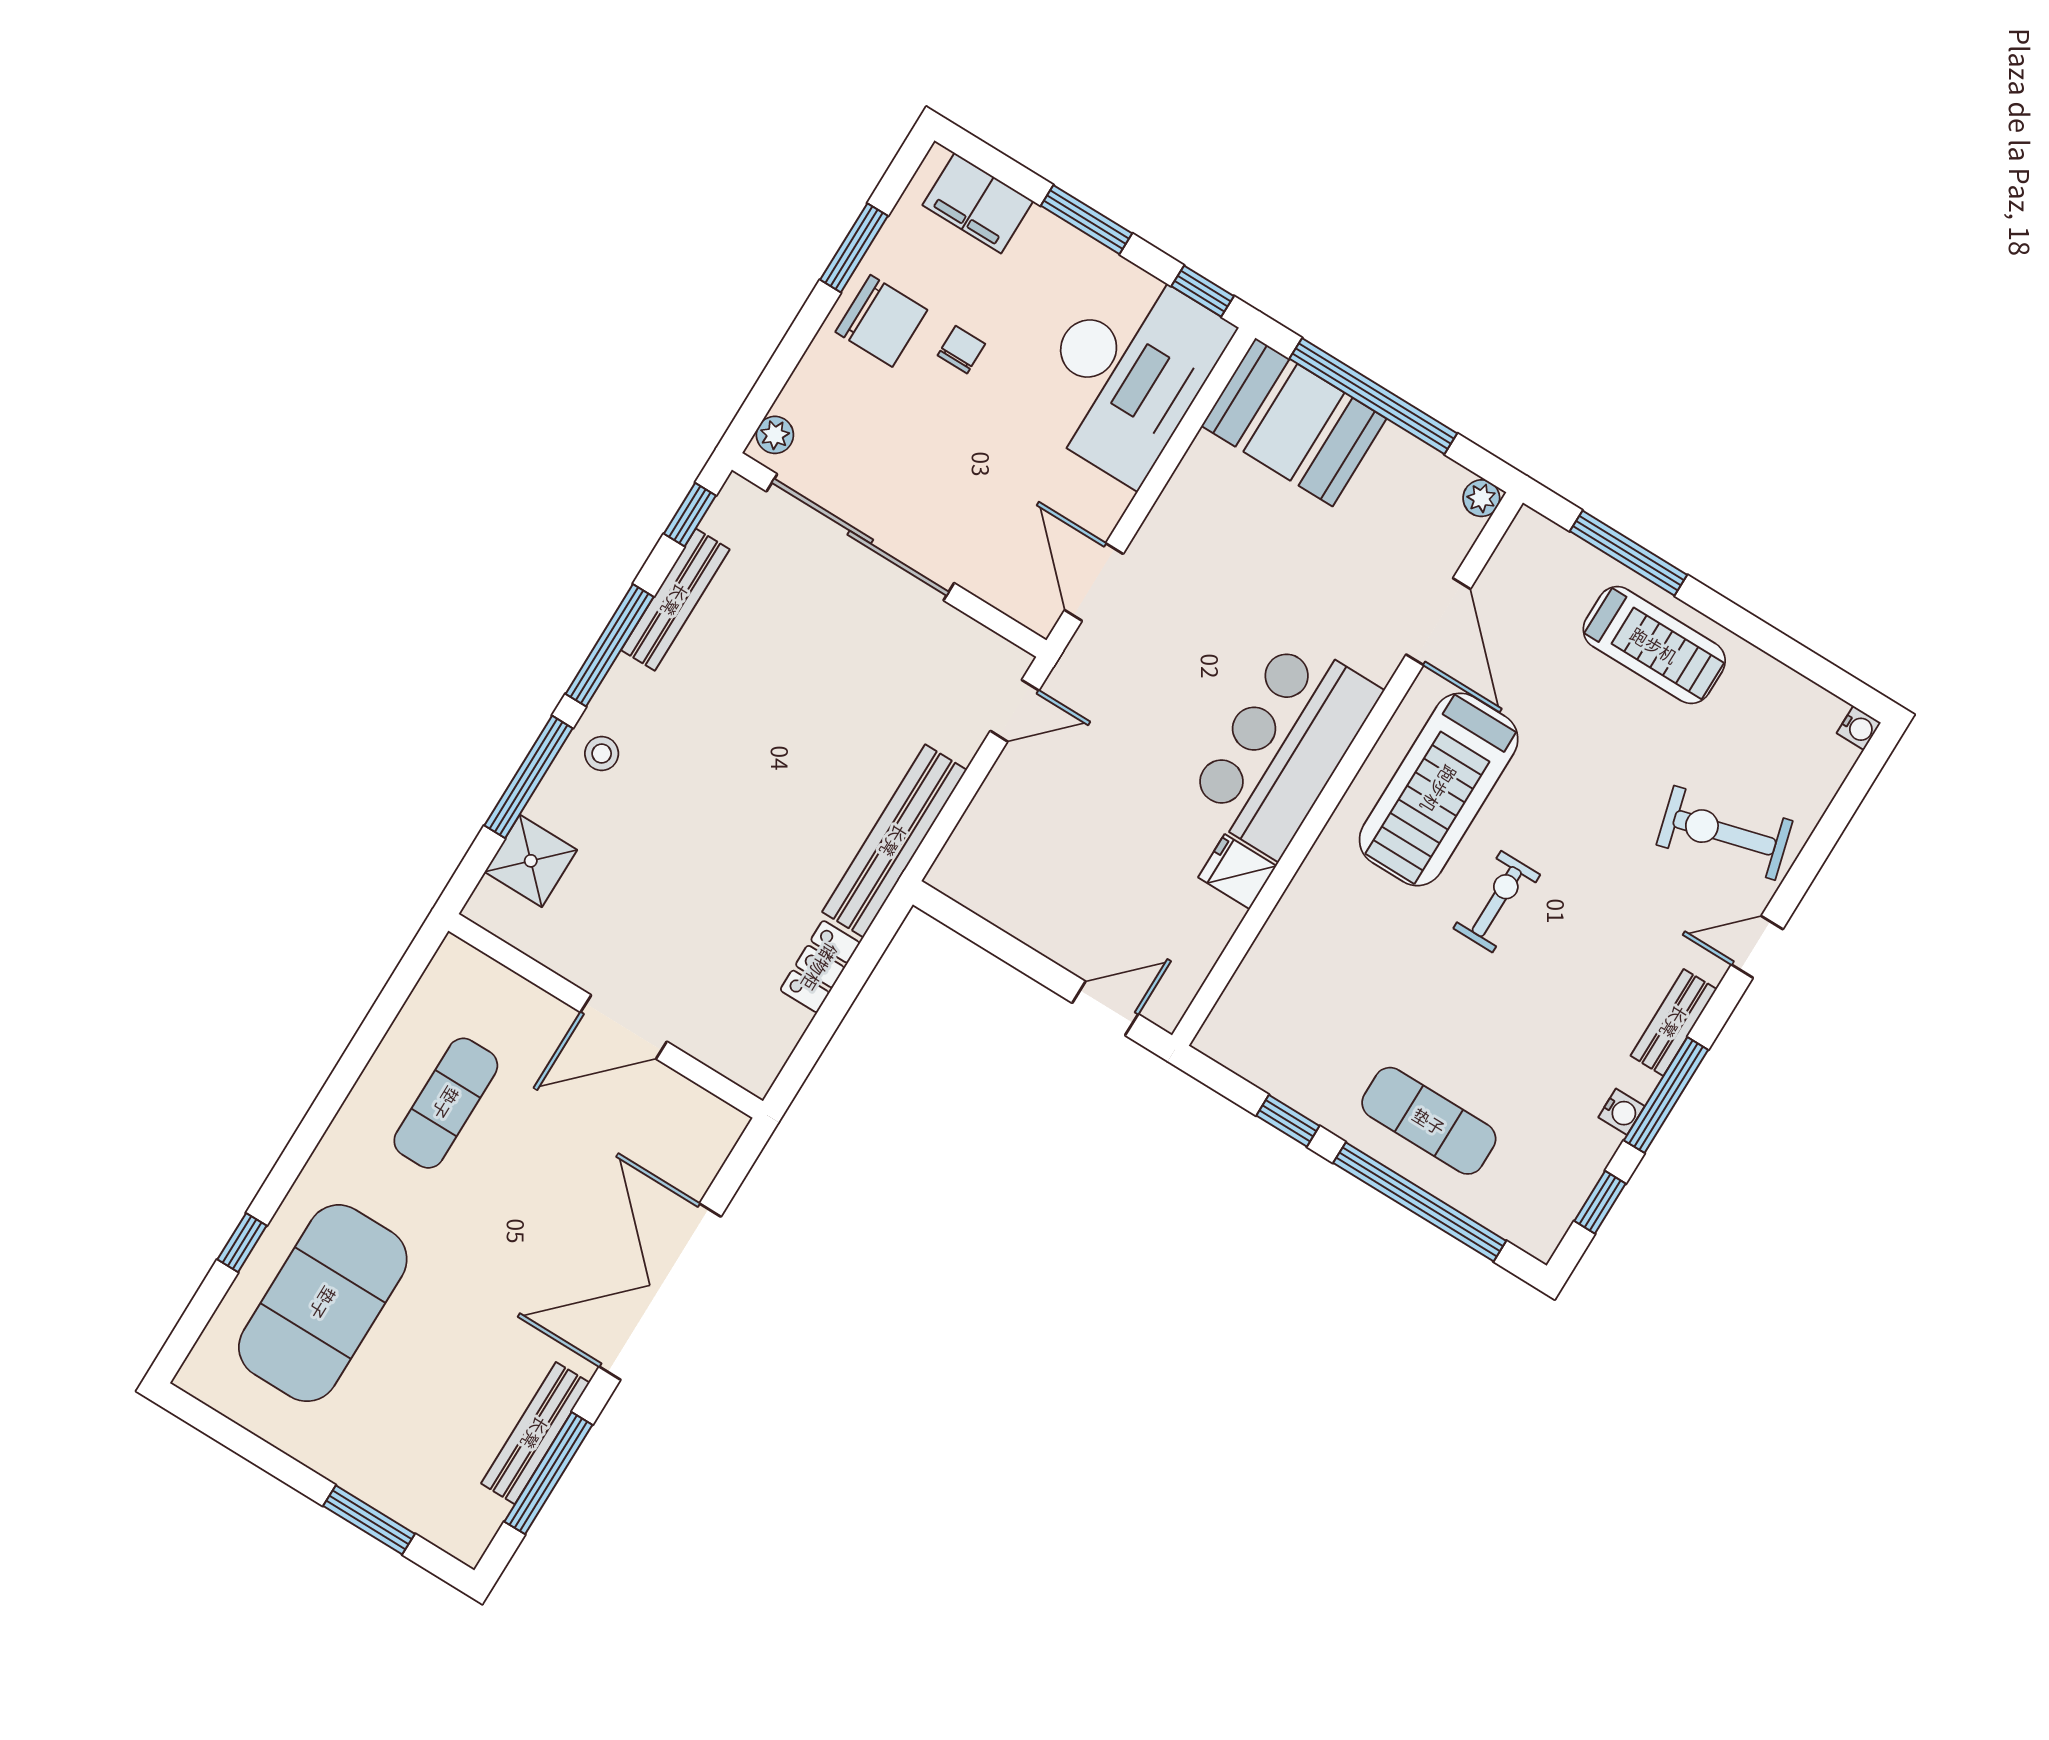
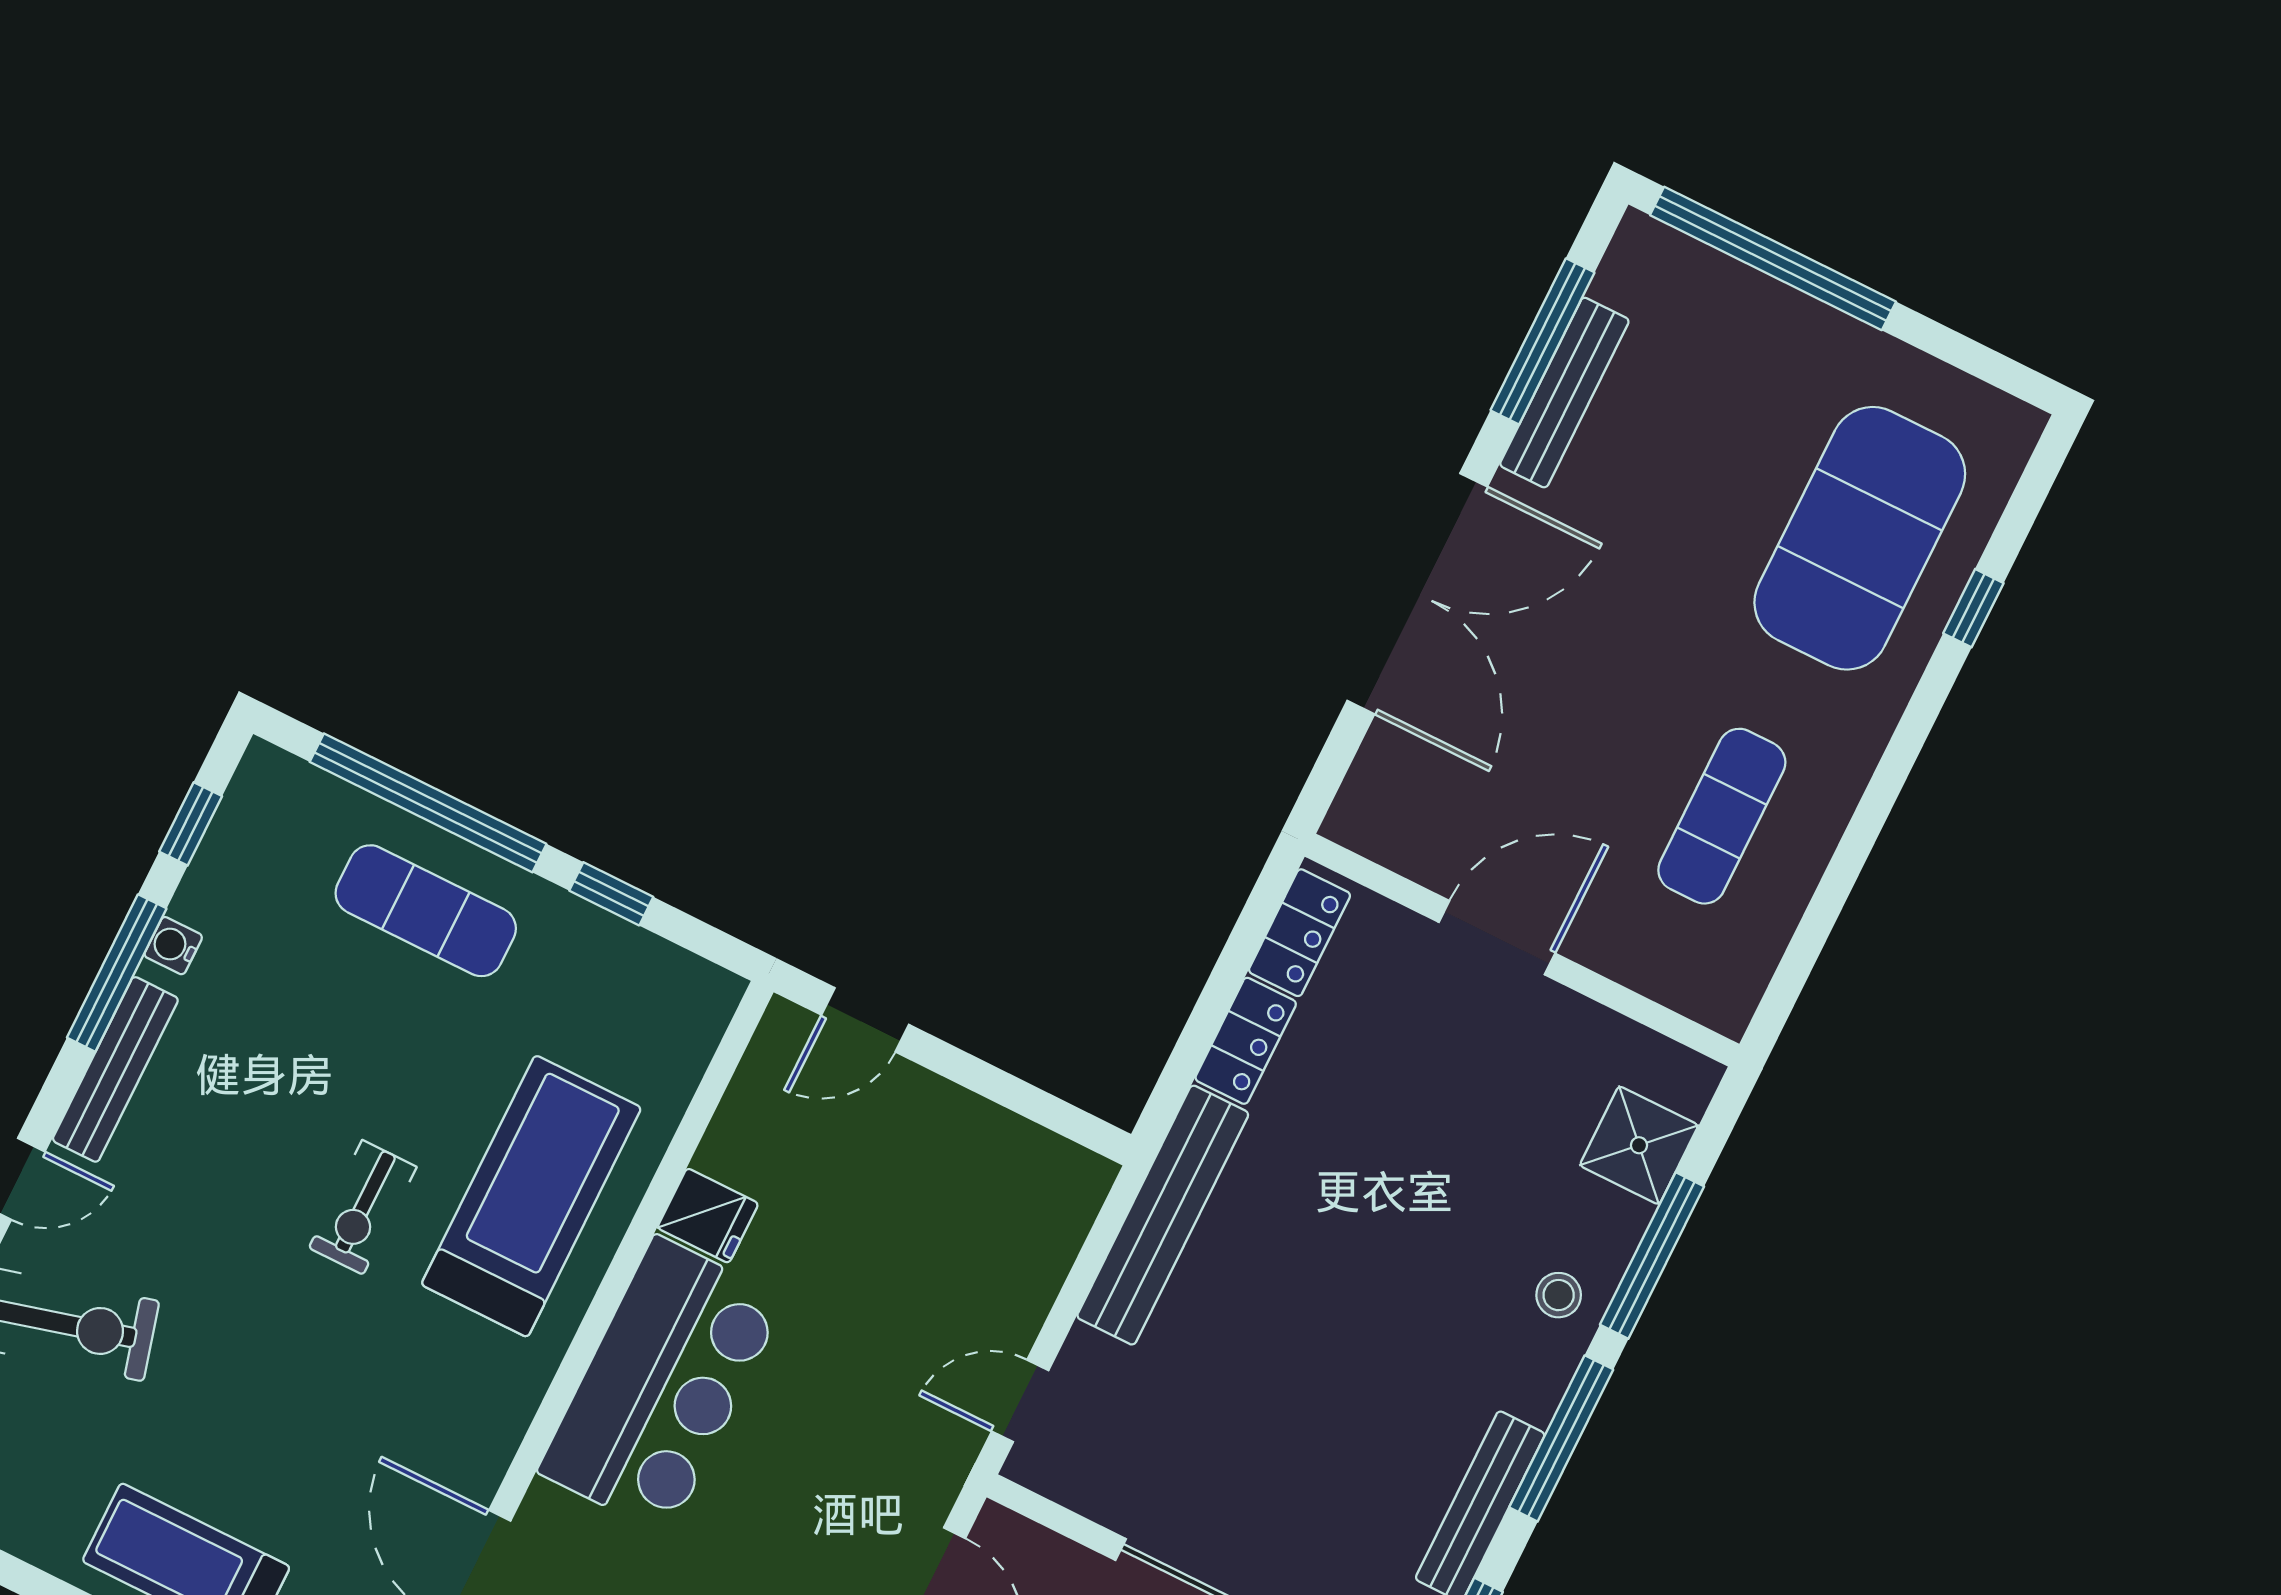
treadmill: (1439, 789) -> (531, 1196), moved
bench: (1674, 1022) -> (115, 1069), width x1.36
locker: (772, 1044) -> (1300, 933), added
window: (369, 1520) -> (1773, 258), width x2.11

